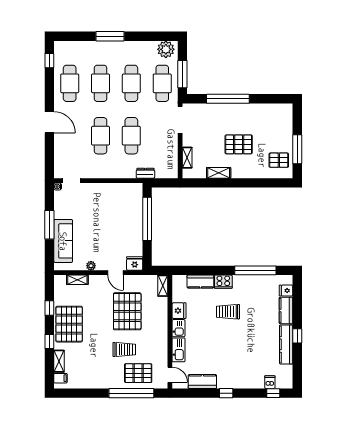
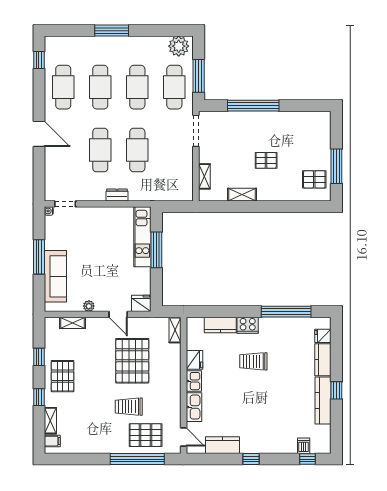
pallet: (239, 144) -> (266, 160), width x0.67, depth x0.71
dresser: (145, 173) -> (117, 195), moved
kitchen unit: (136, 208) -> (142, 237), added
window: (147, 219) -> (156, 250), width x0.68
pallet: (69, 324) -> (63, 376), width x0.73, depth x0.71
trolley: (124, 349) -> (129, 407), turned 180

